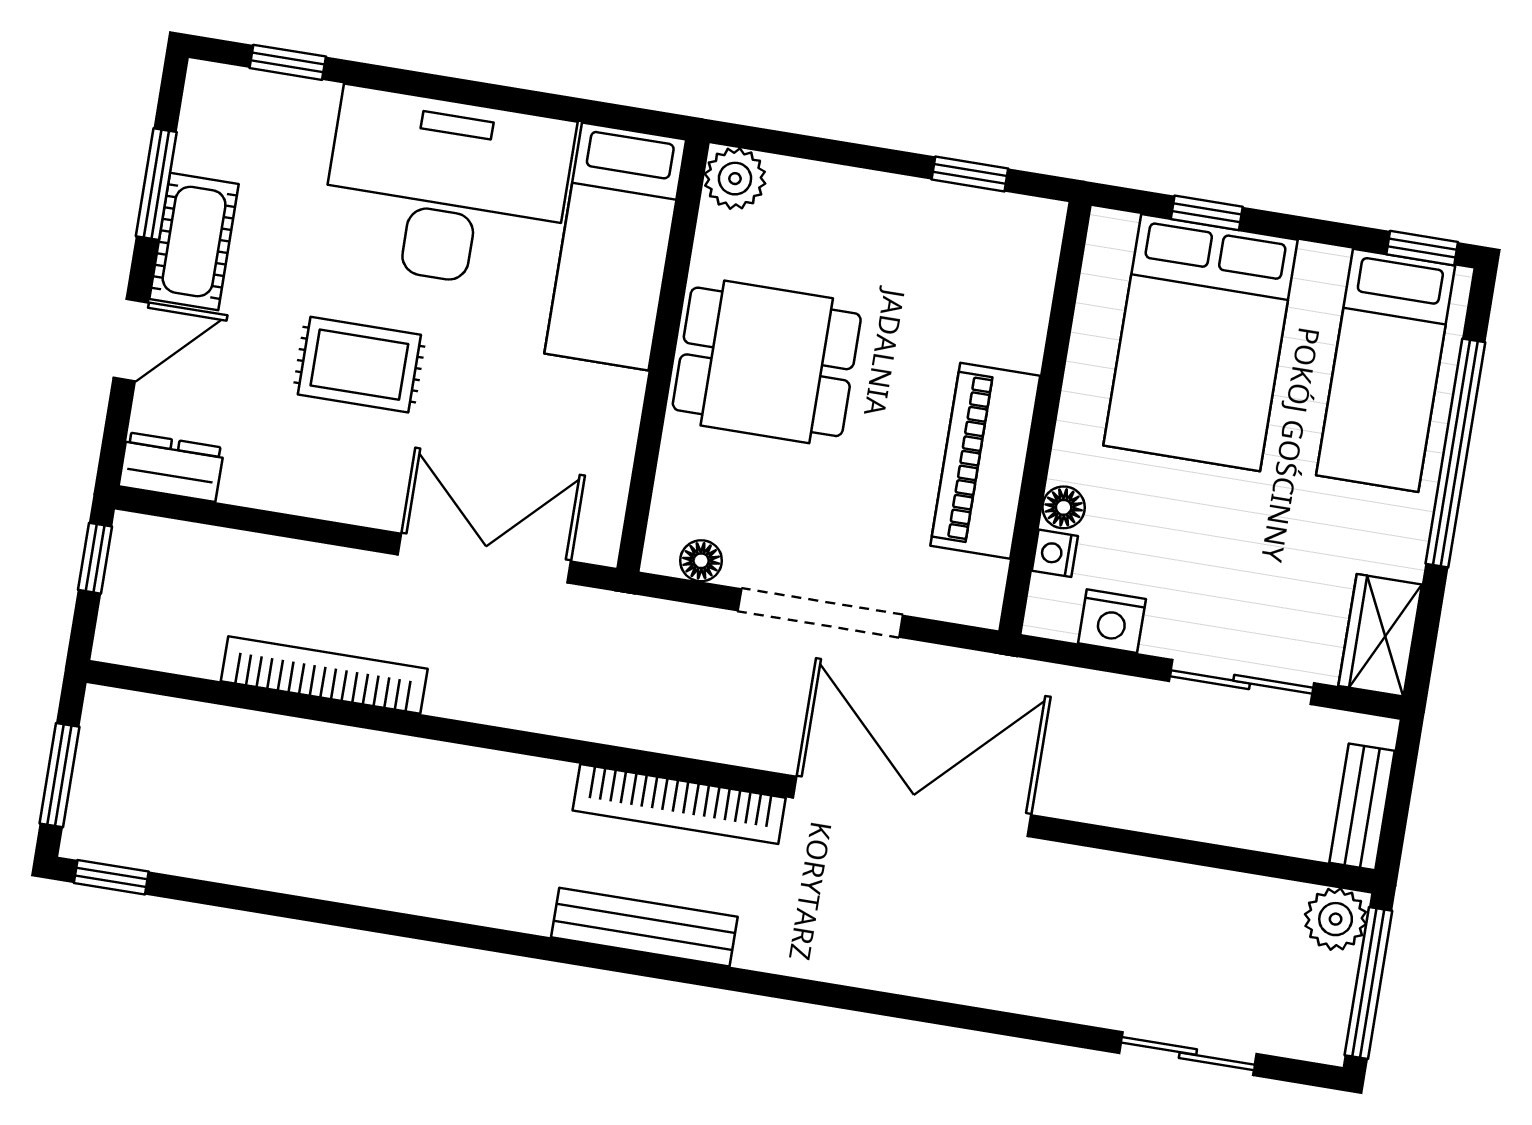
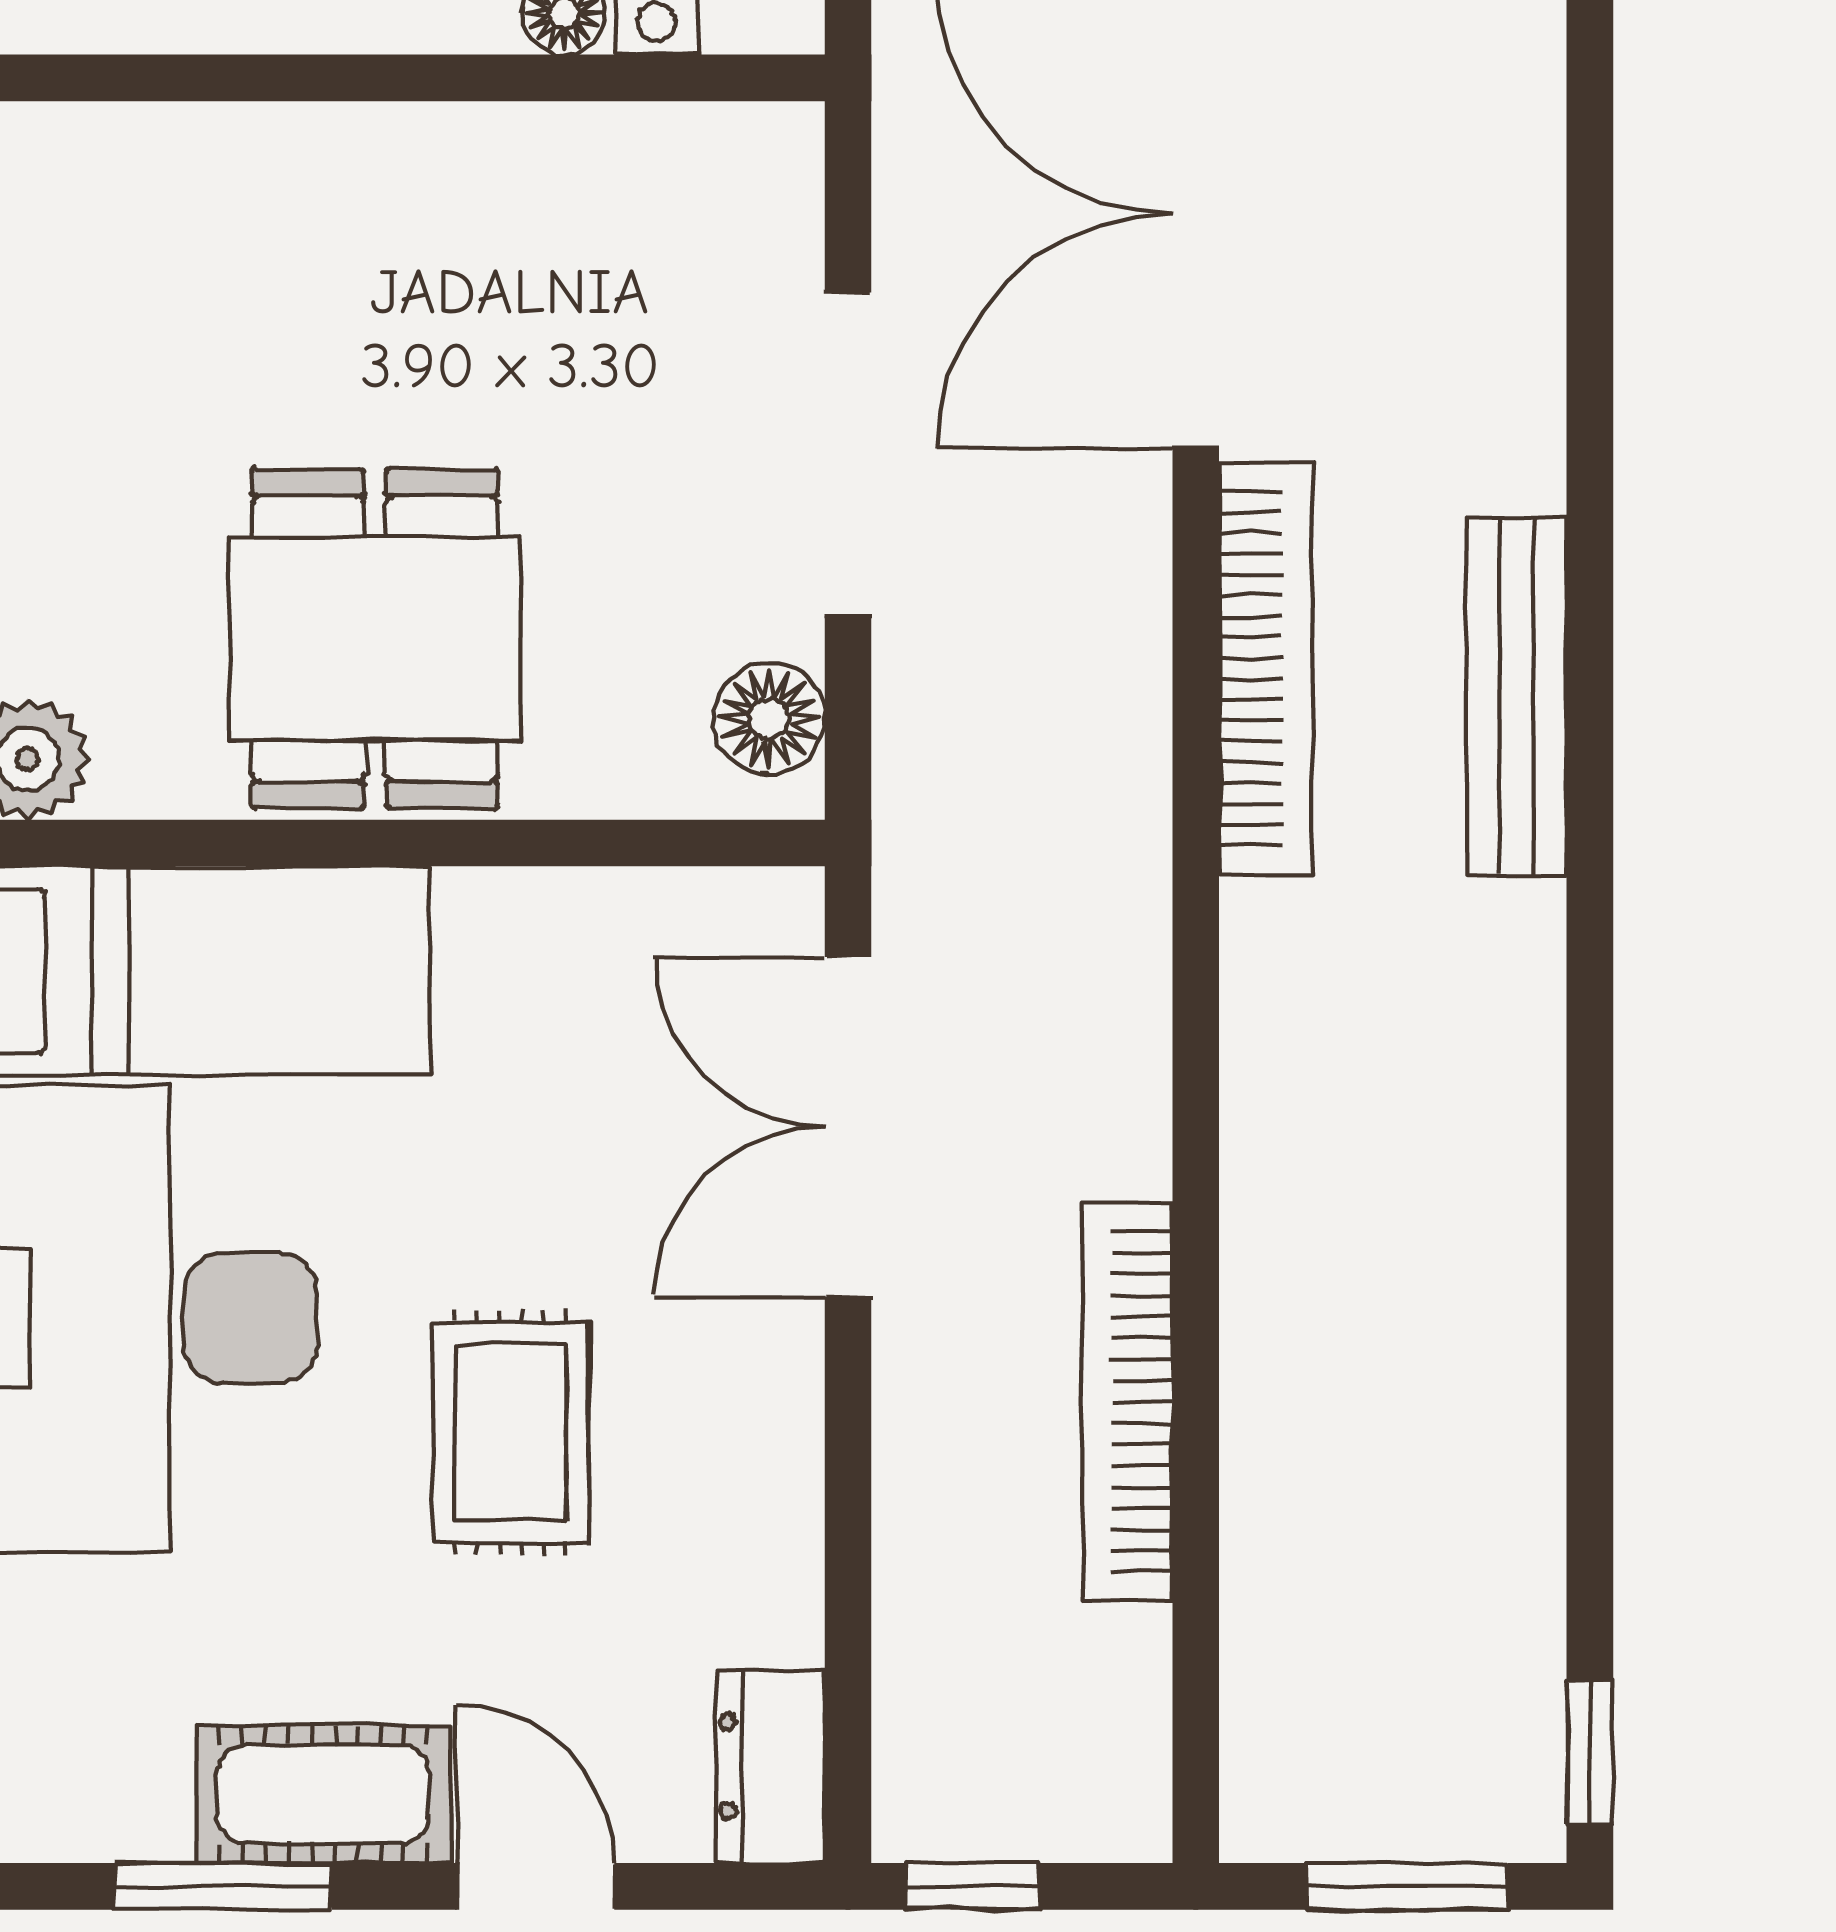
piano: (985, 461) -> (498, 181), removed
floor lamp: (701, 561) -> (769, 718), width x1.37, depth x1.37

